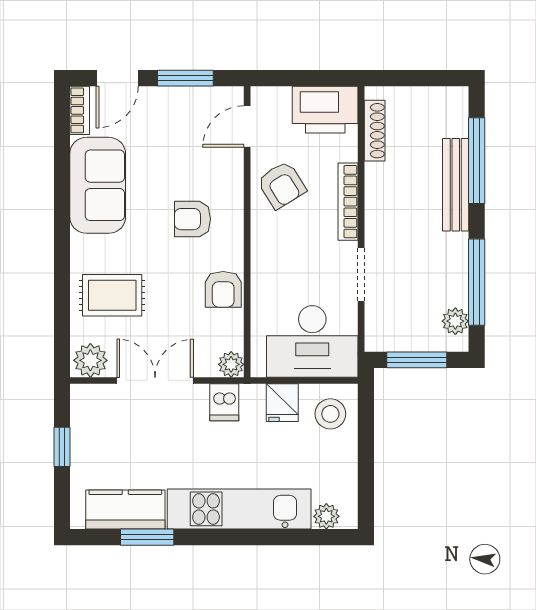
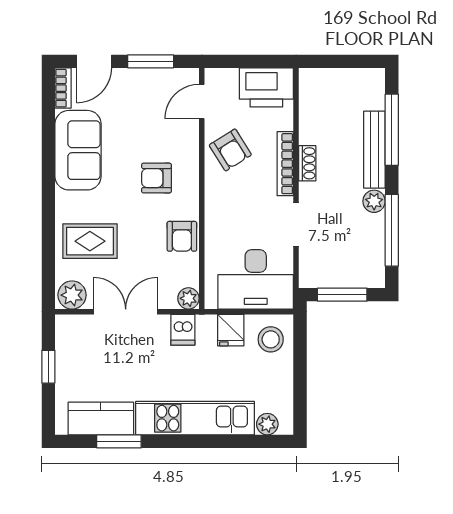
shoe rack: (375, 131) -> (307, 163), moved, width x0.70
plant: (455, 321) -> (374, 201), moved

